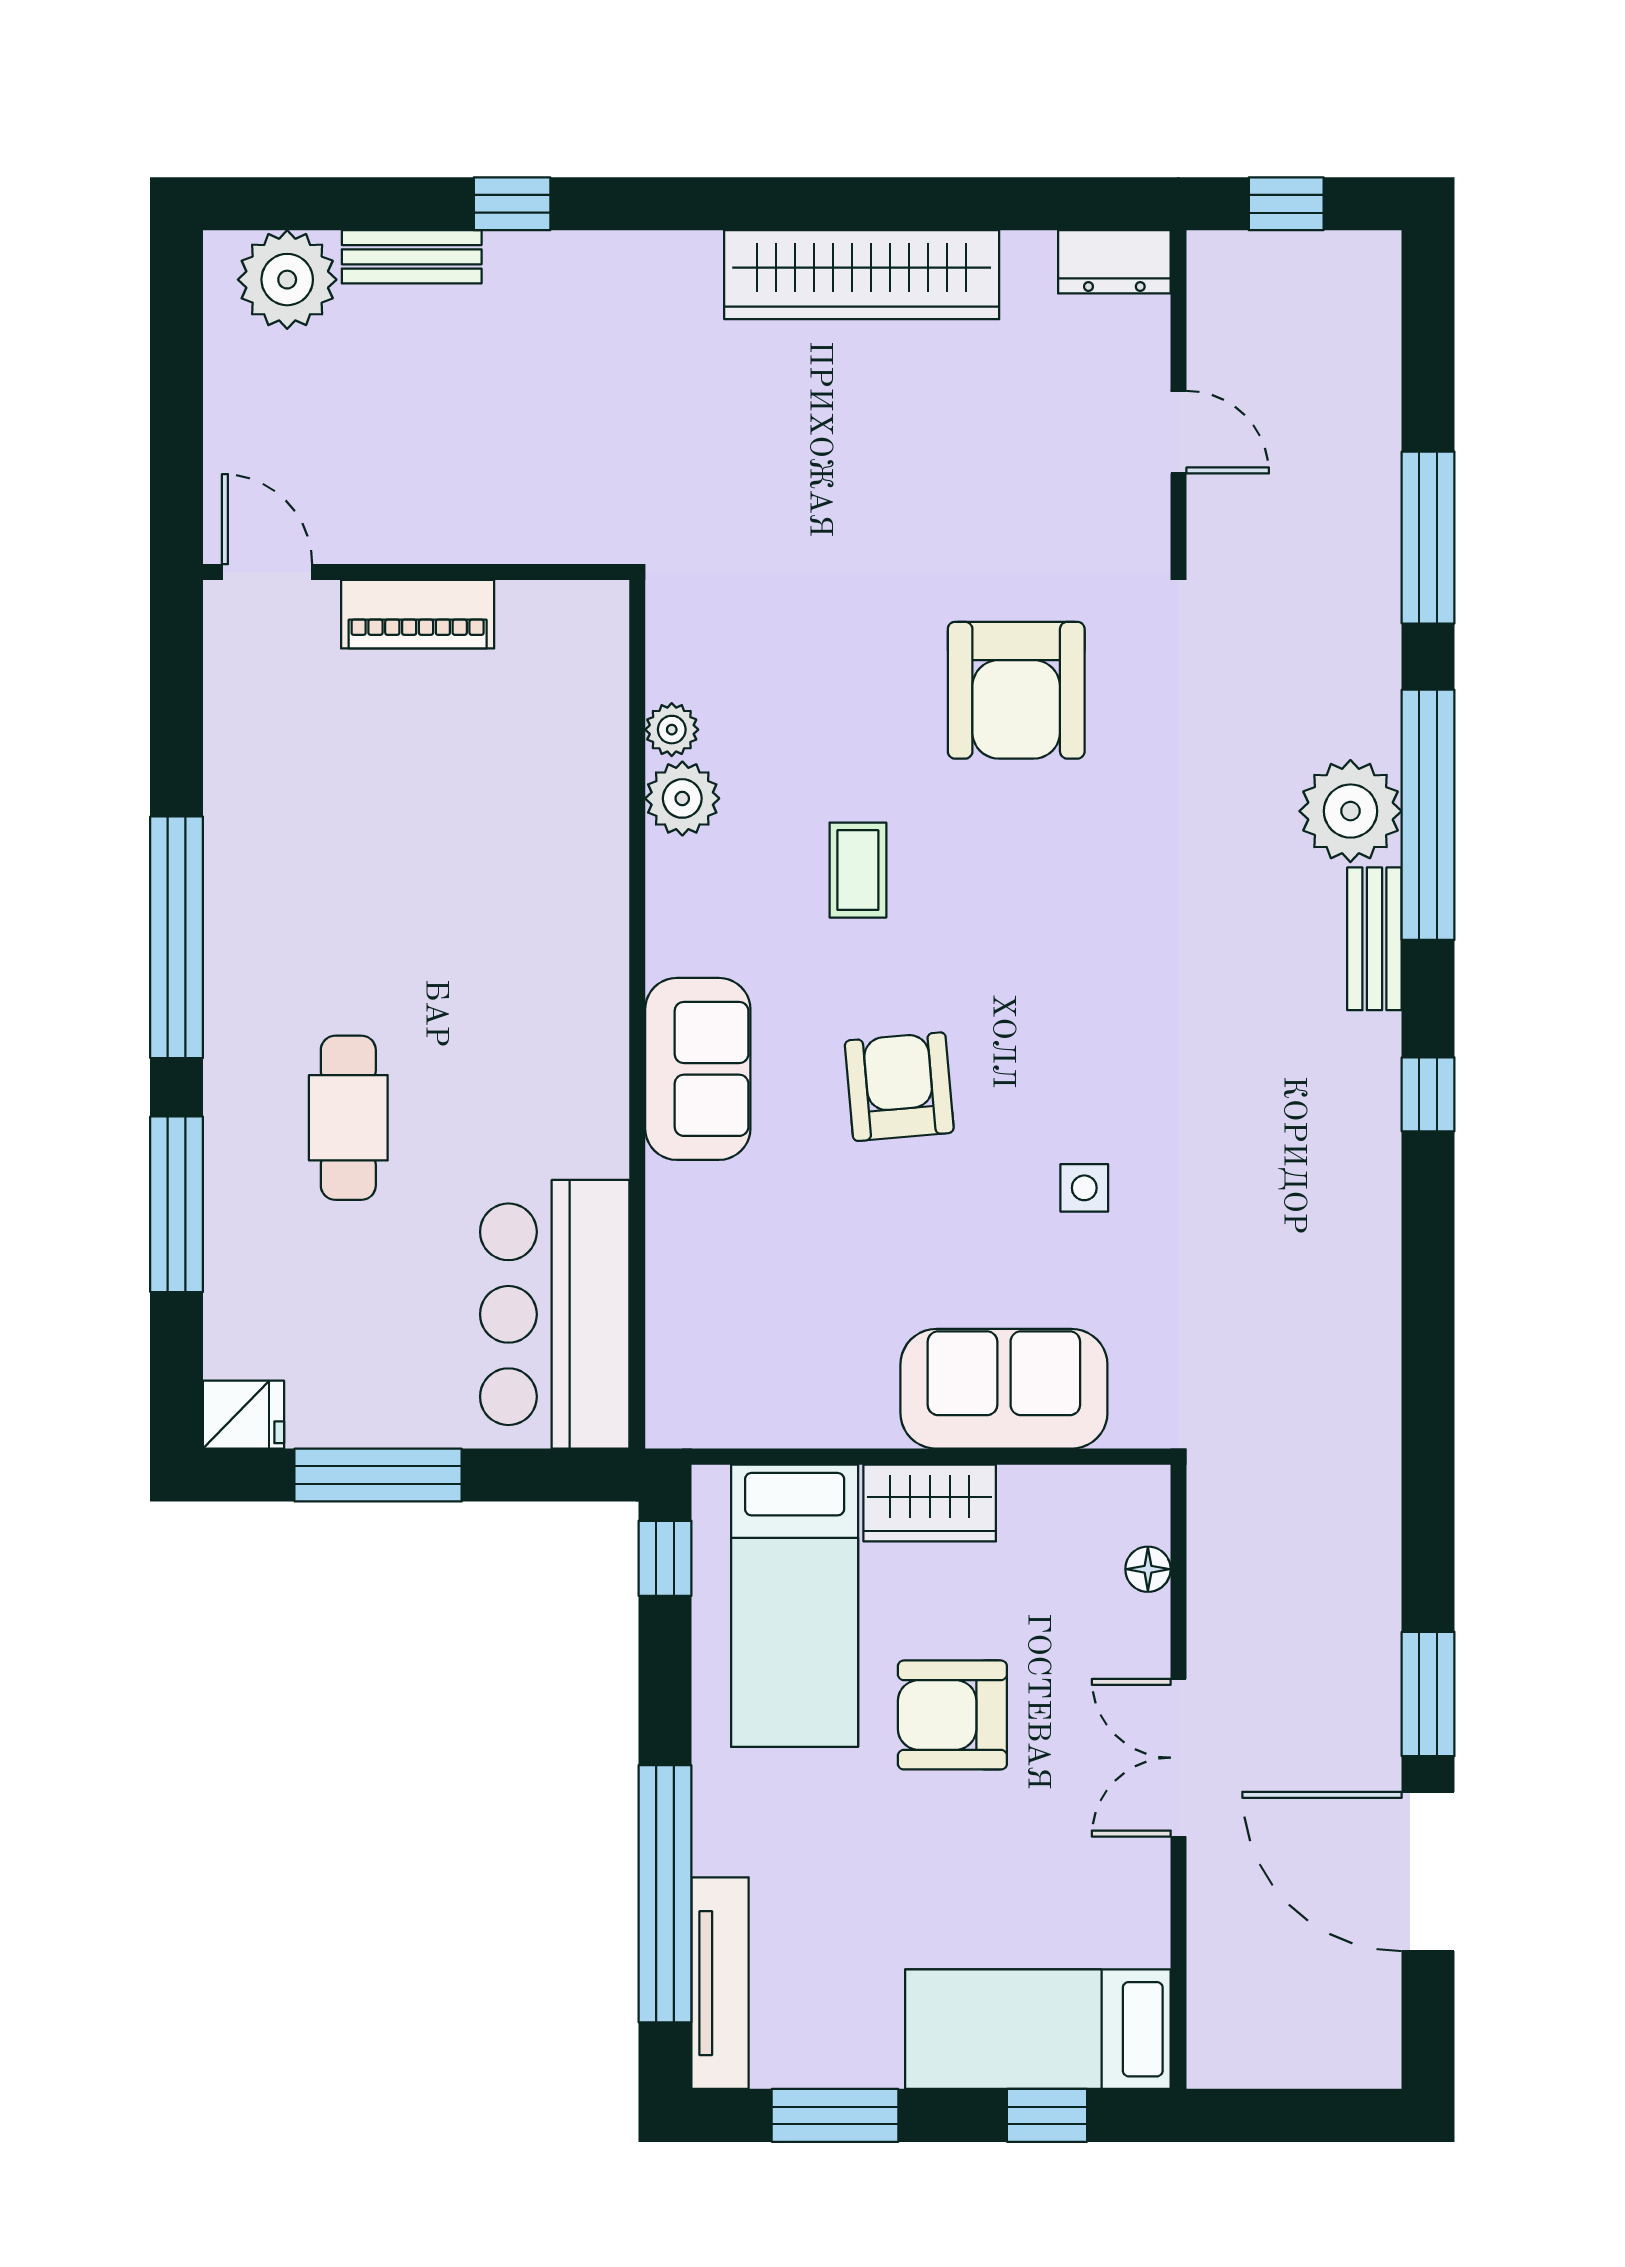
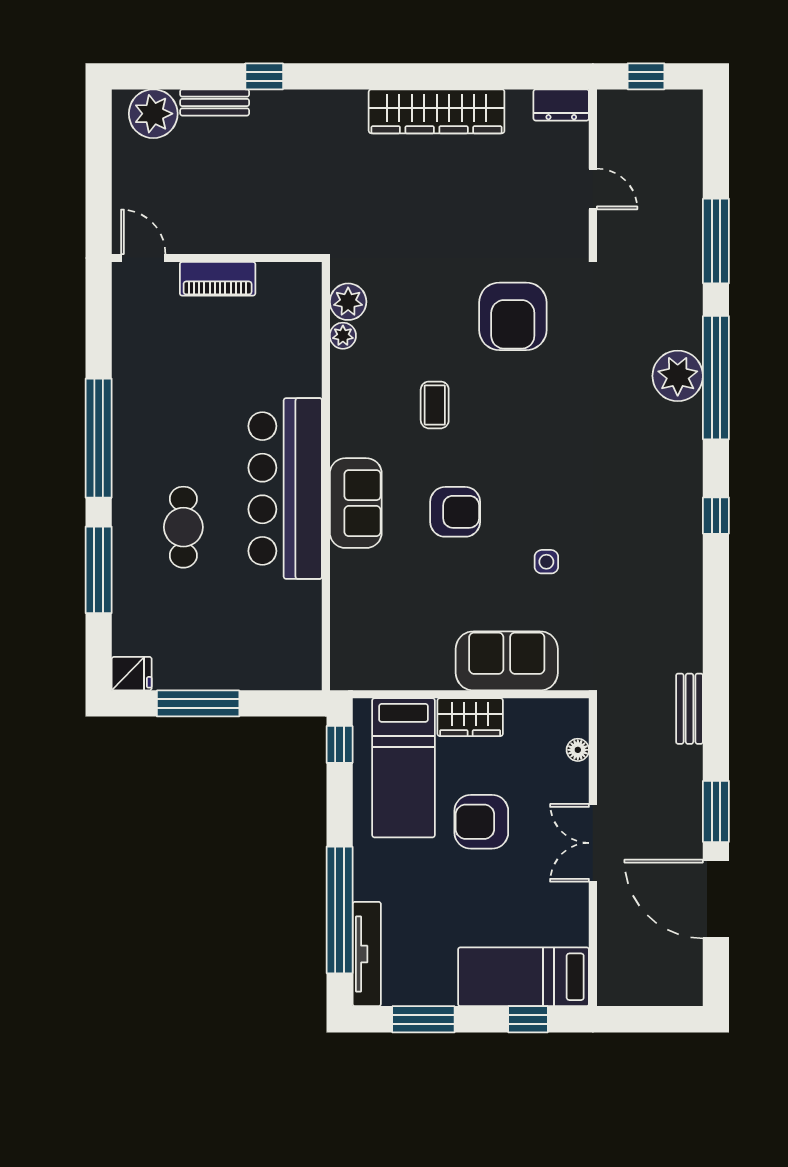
plant: (682, 798) -> (348, 302), moved
bench: (1374, 939) -> (689, 709), moved
armchair: (899, 1087) -> (455, 512), turned 95
bar counter: (555, 1314) -> (285, 488), moved, width x1.36

